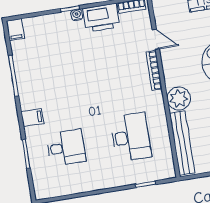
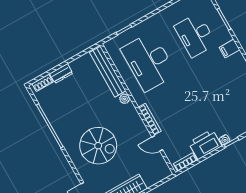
plant: (179, 99) -> (125, 99), width x0.53, depth x0.53
desk: (131, 137) -> (149, 62), width x1.36, depth x1.30
desk: (66, 148) -> (195, 35), width x1.37

